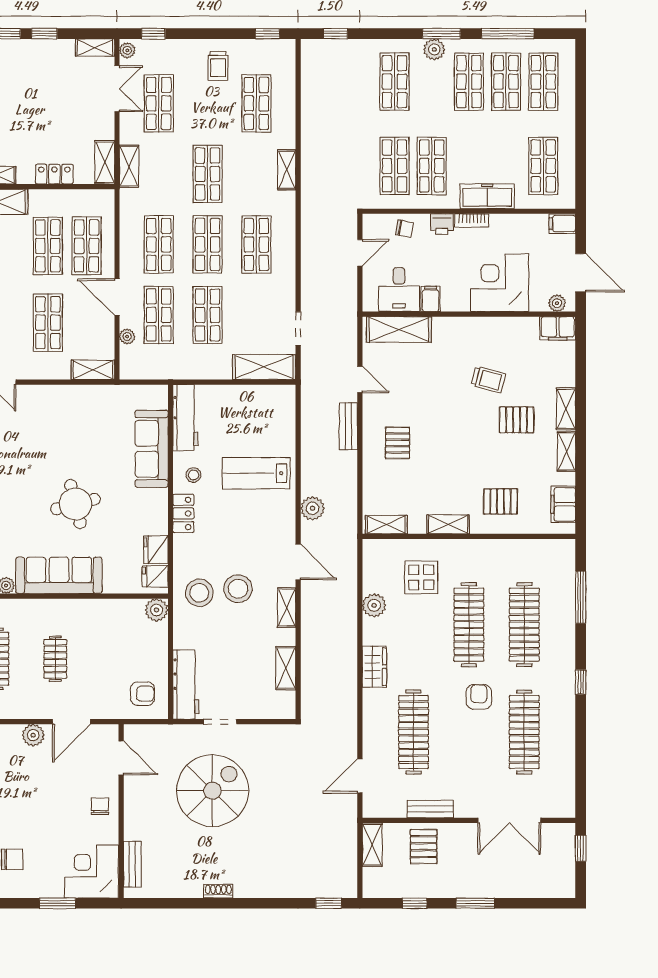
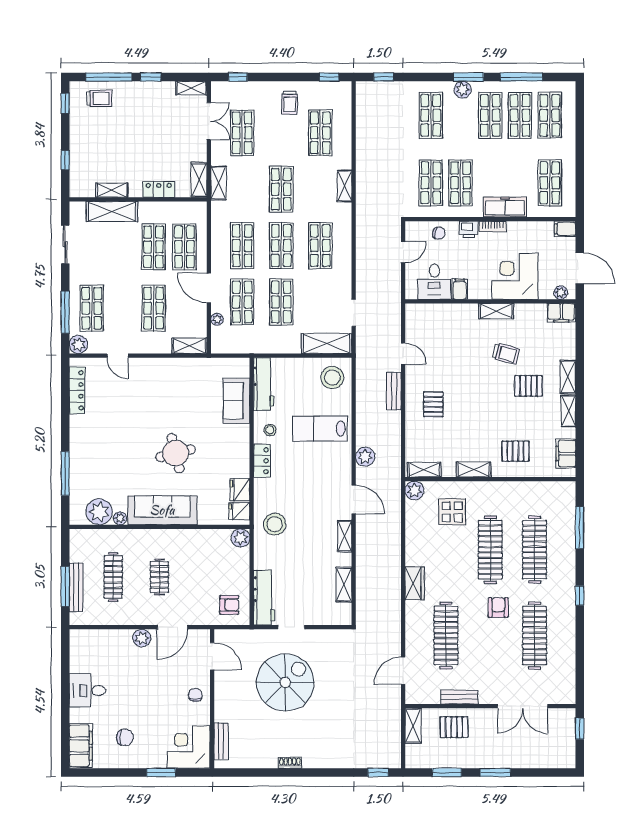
plant: (127, 50) -> (217, 90), removed
shelving: (399, 330) -> (496, 311), moved, width x0.67, depth x0.75
sofa: (152, 449) -> (237, 401), width x0.73
stool: (238, 589) -> (332, 378), moved
plant: (374, 605) -> (414, 490), moved
pallet: (424, 847) -> (454, 727), turned 90
window: (415, 903) -> (447, 773), width x1.50

